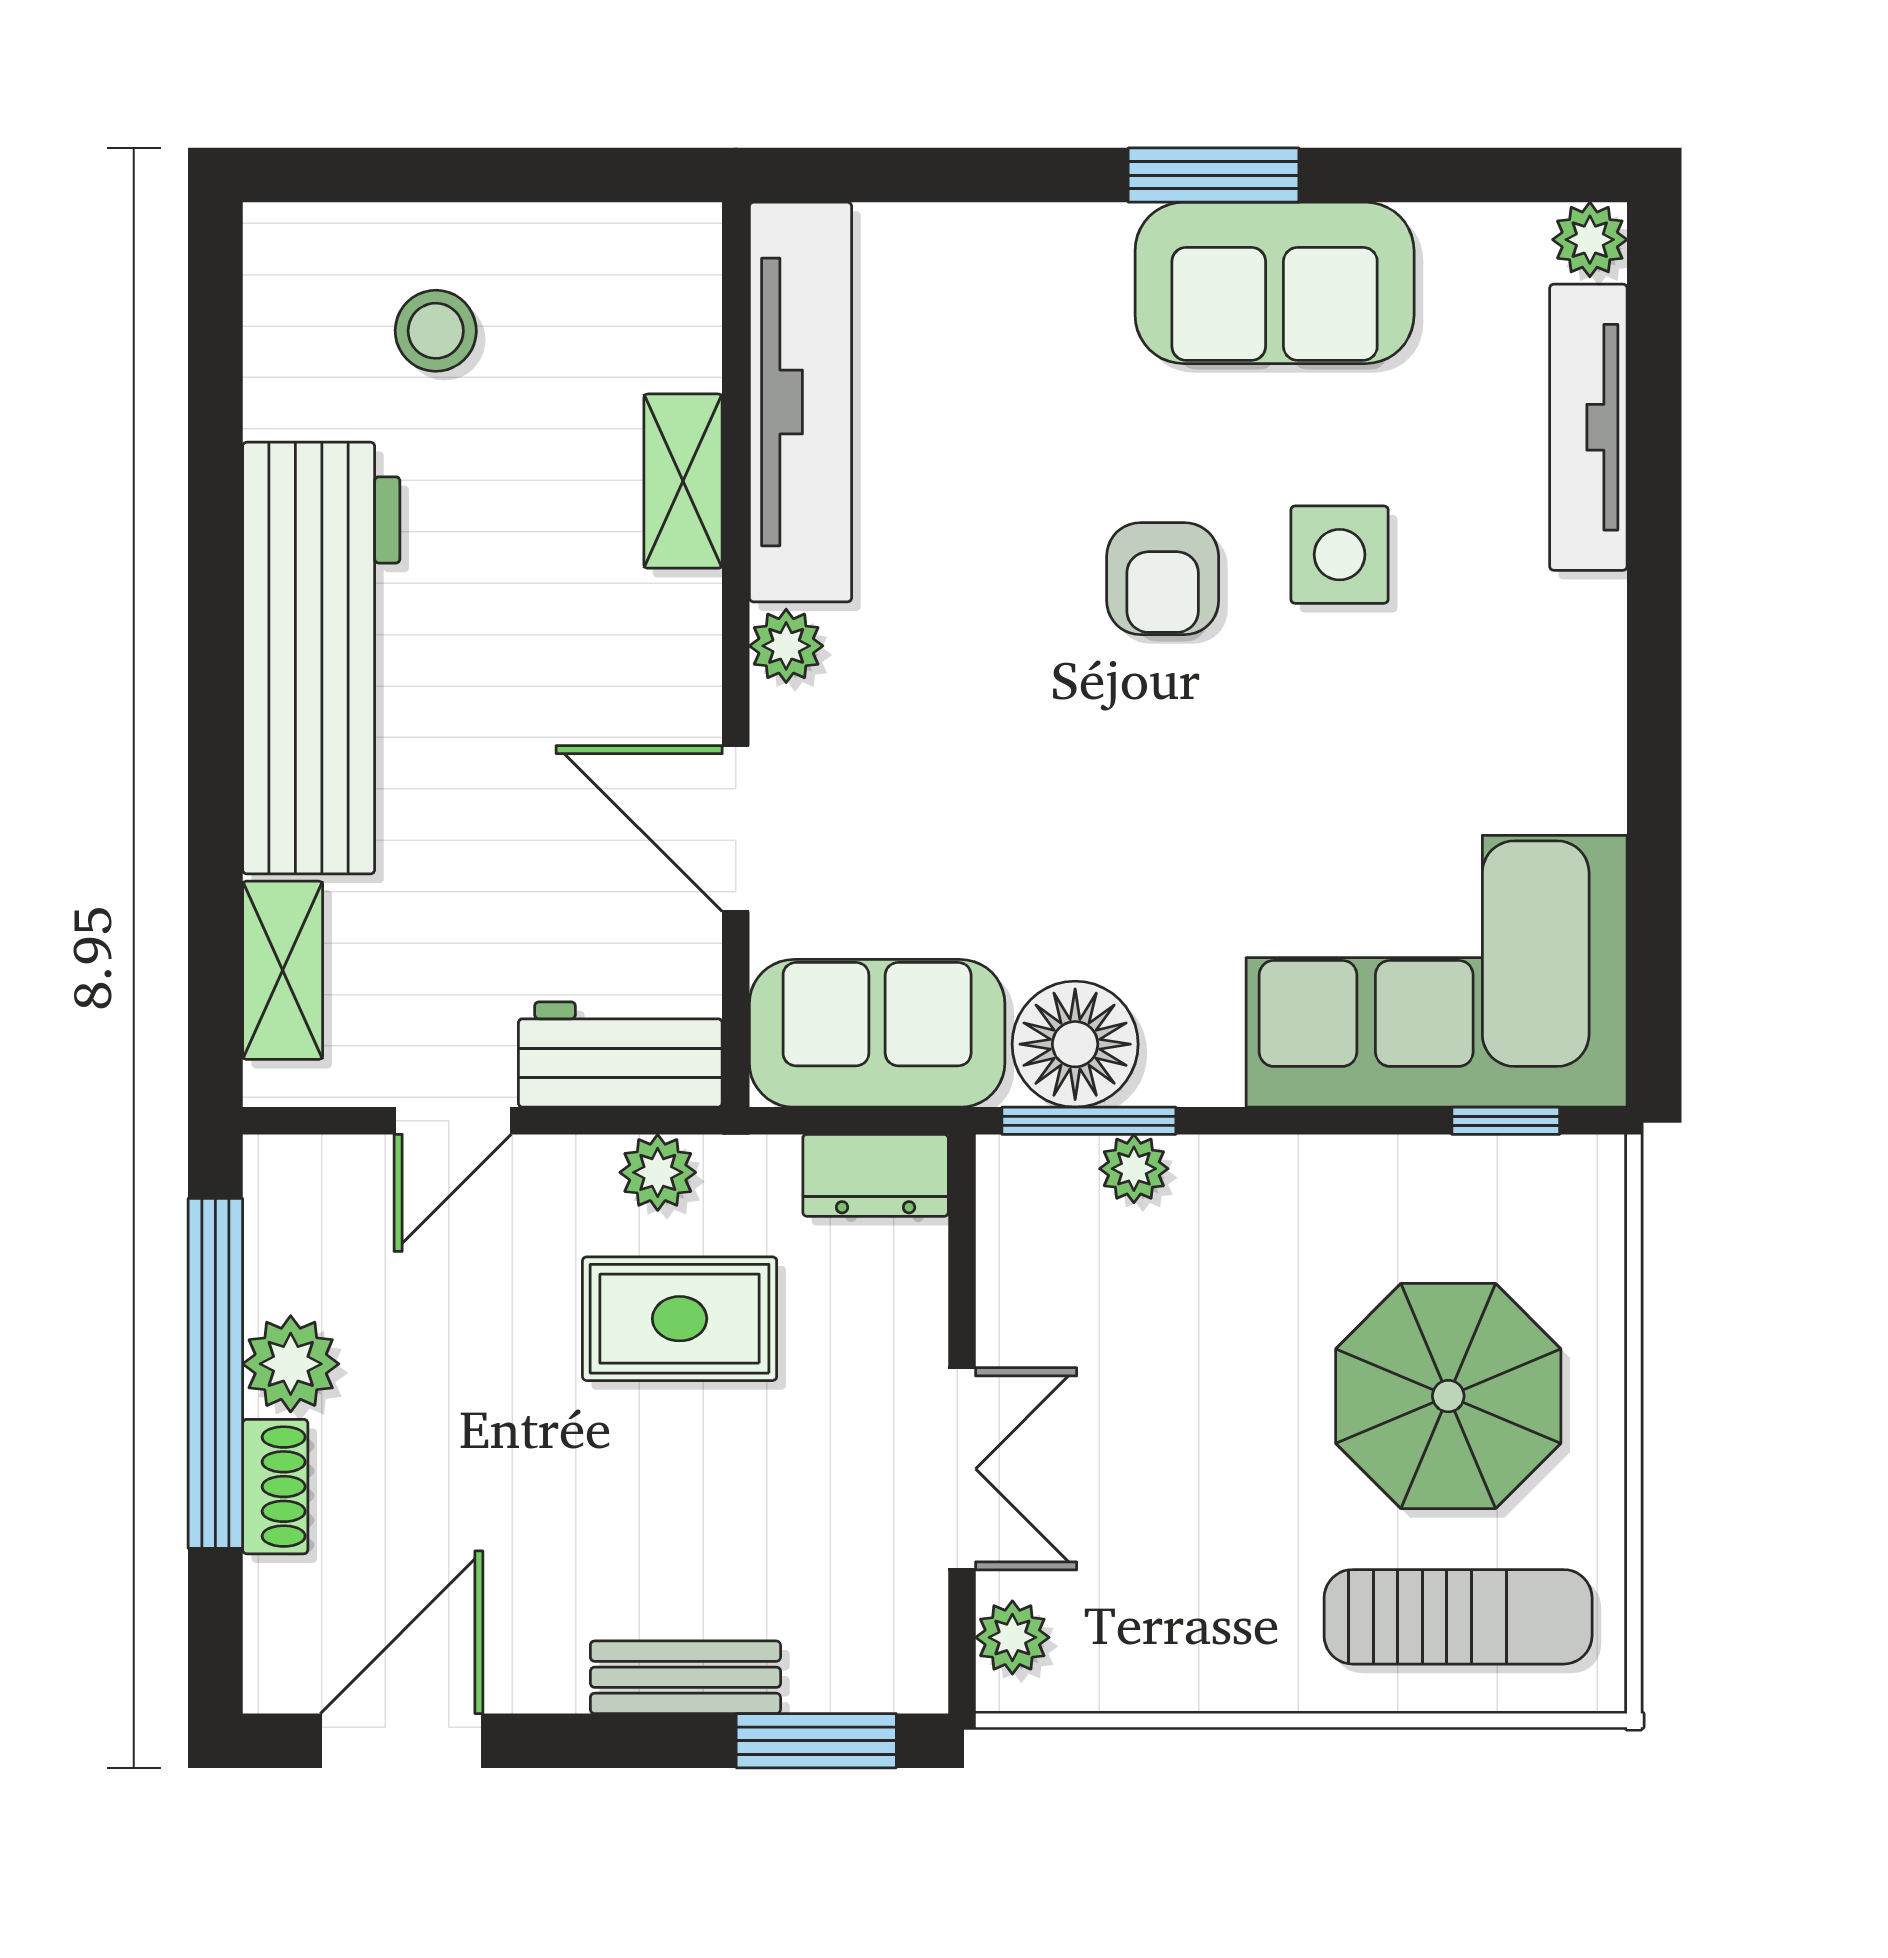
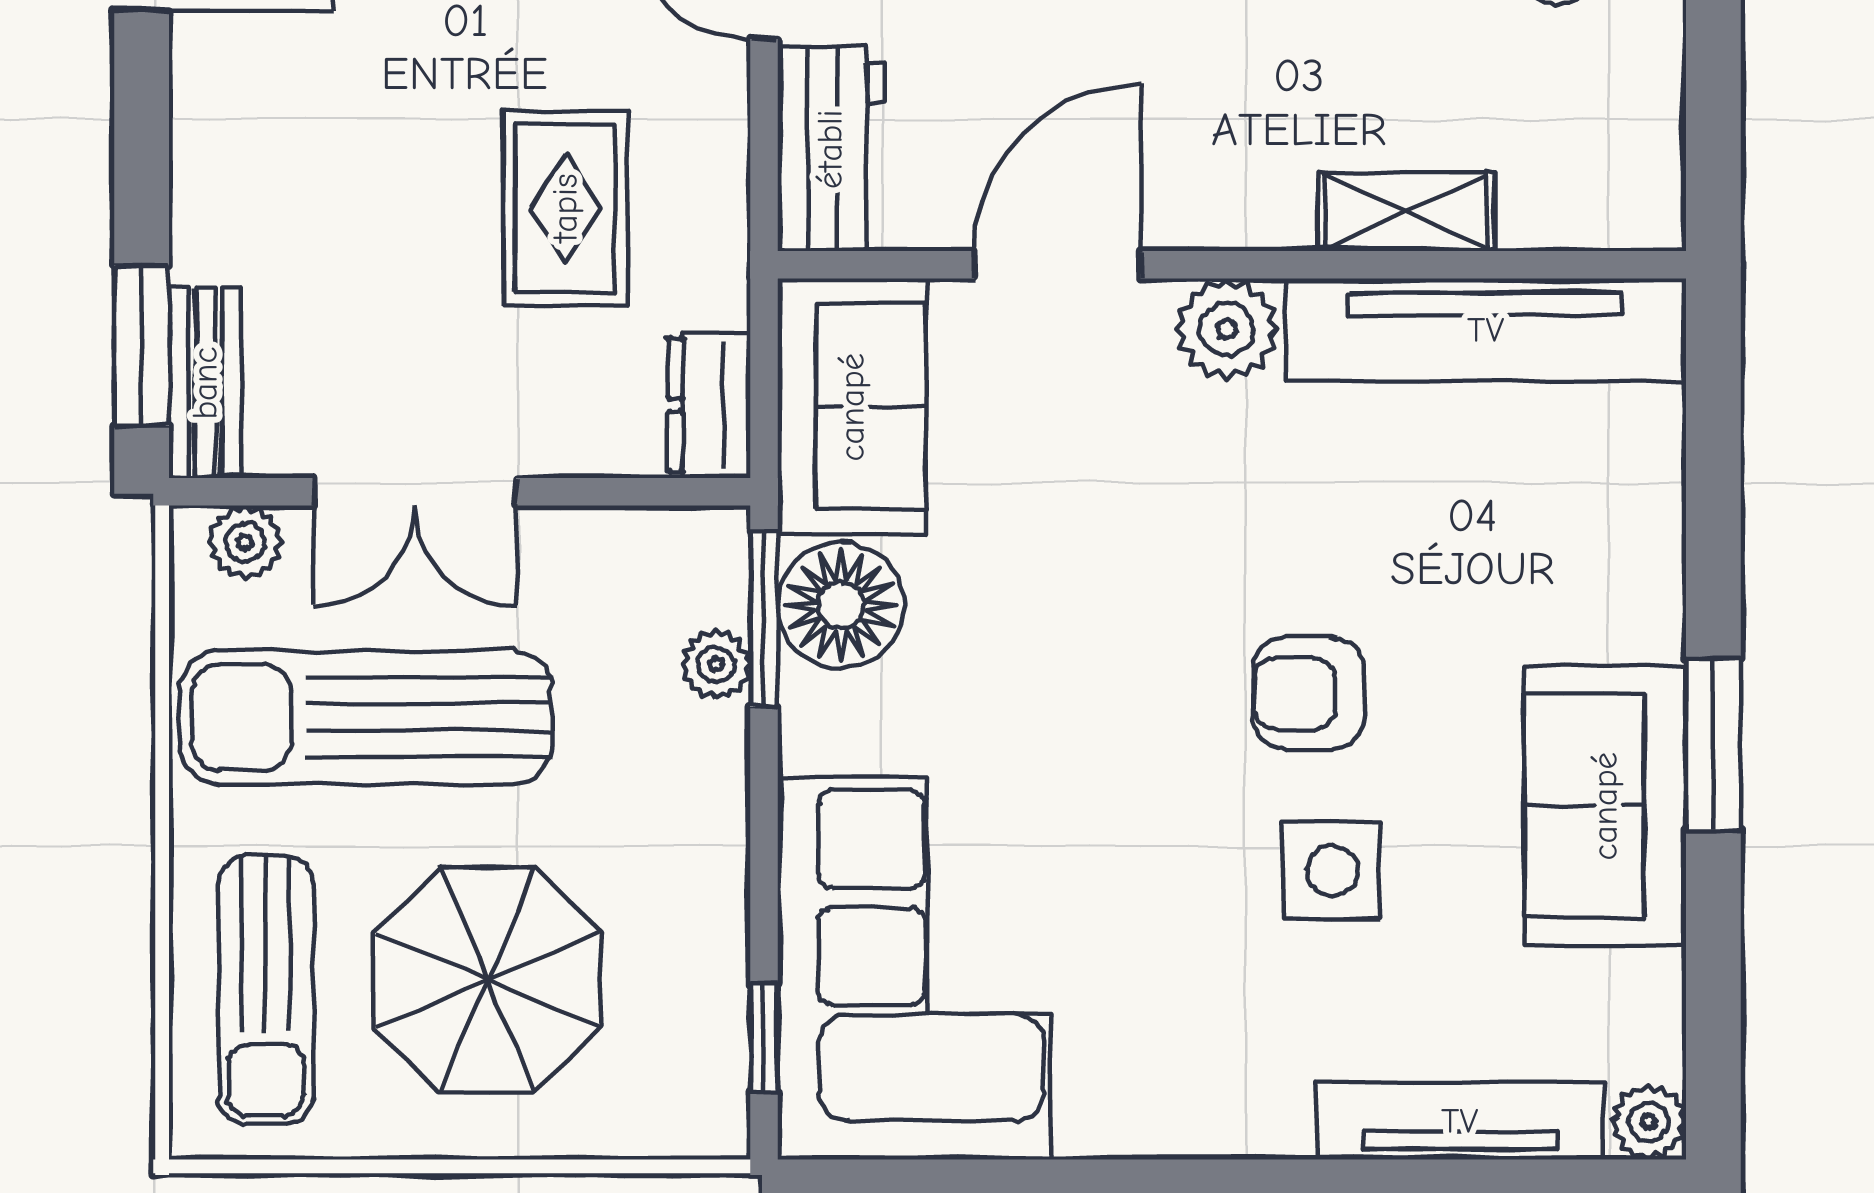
plant: (786, 646) -> (1227, 329), width x1.38, depth x1.38
plant: (658, 1172) -> (712, 186), removed
sun lounger: (1187, 1517) -> (366, 717), added
bench: (685, 1677) -> (205, 383), moved

